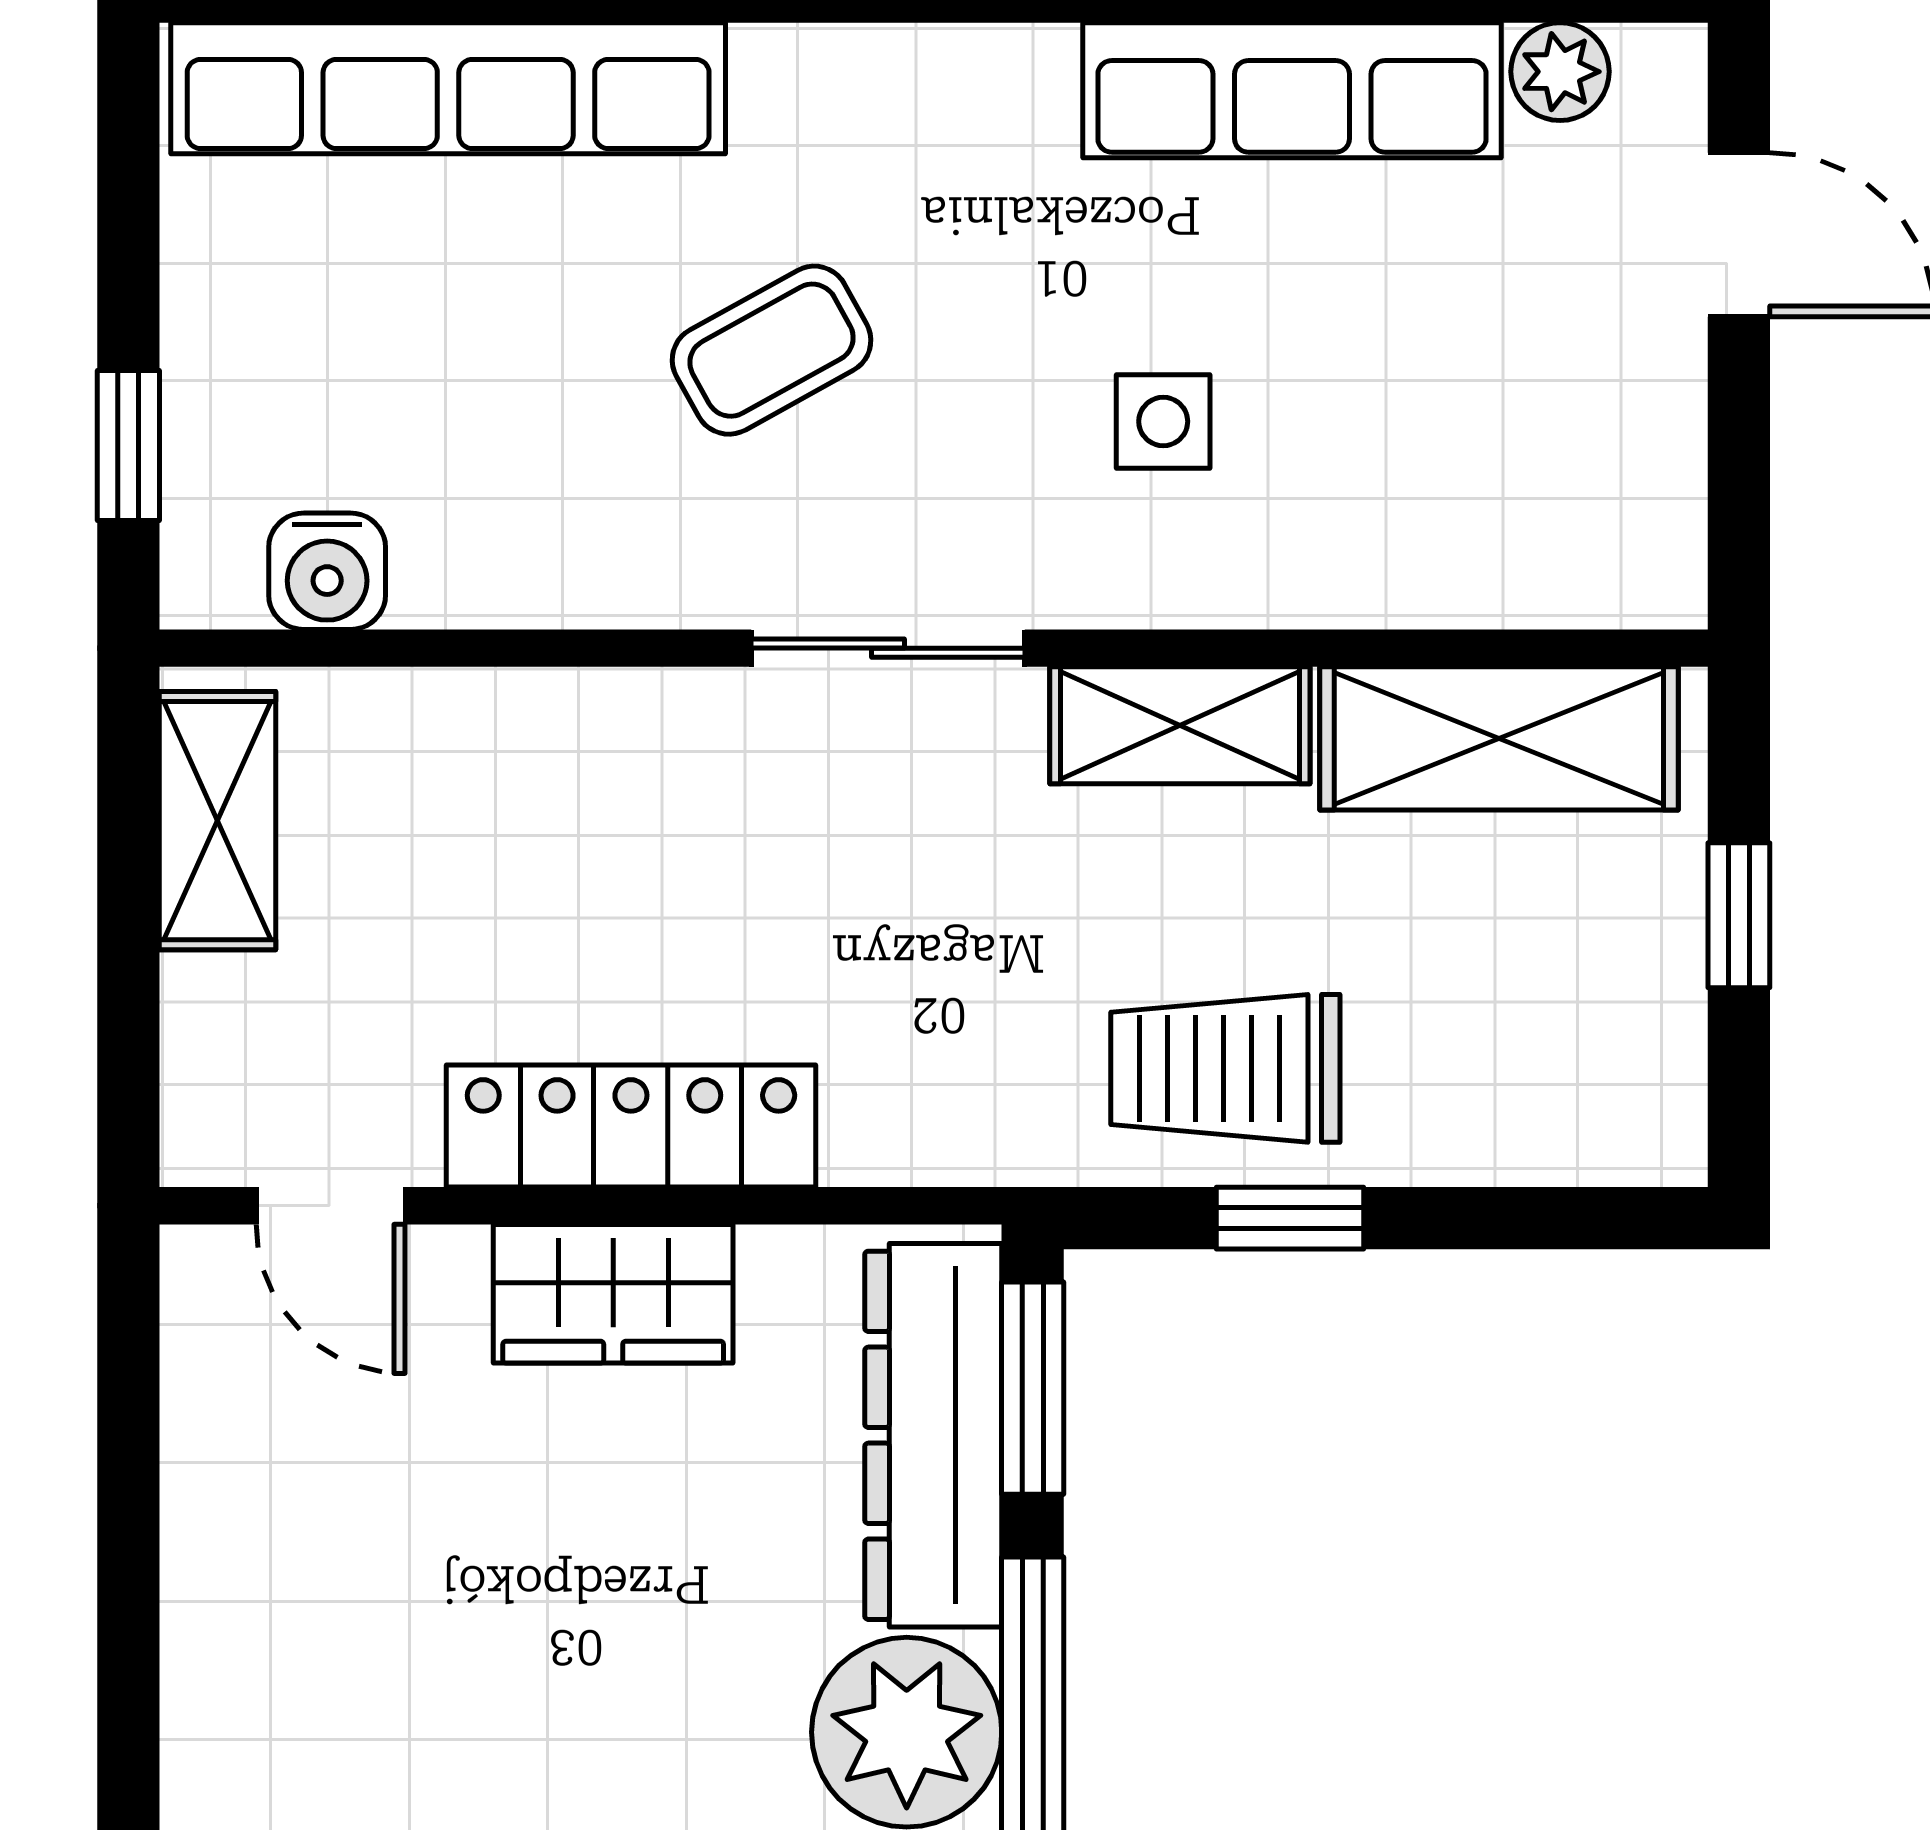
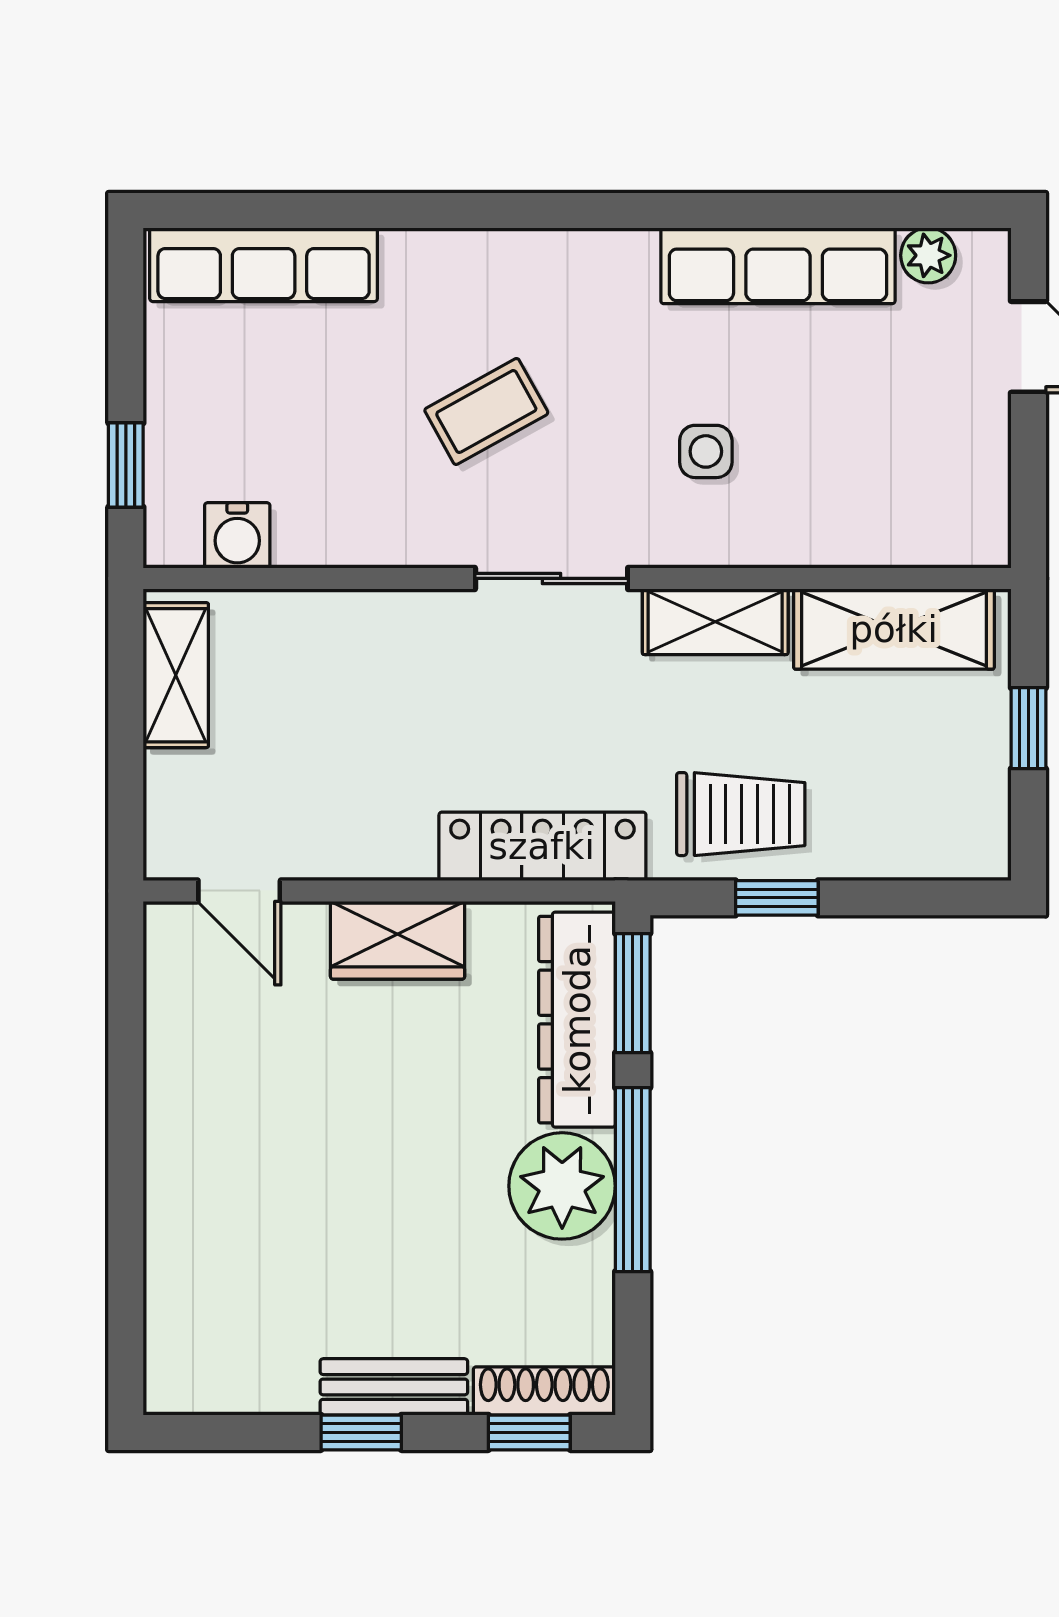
row of seats: (448, 88) -> (264, 265), width x0.73
trolley: (1225, 1068) -> (741, 814), turned 180
locker: (631, 1126) -> (542, 846), moved

